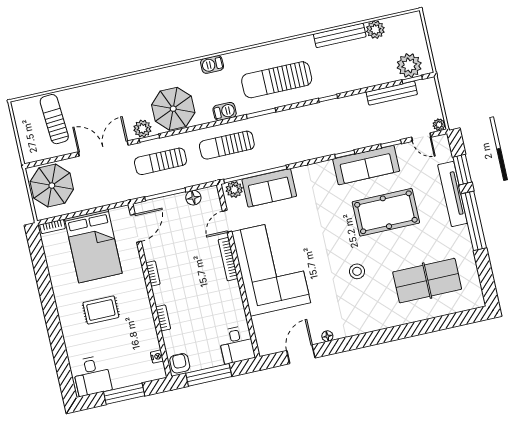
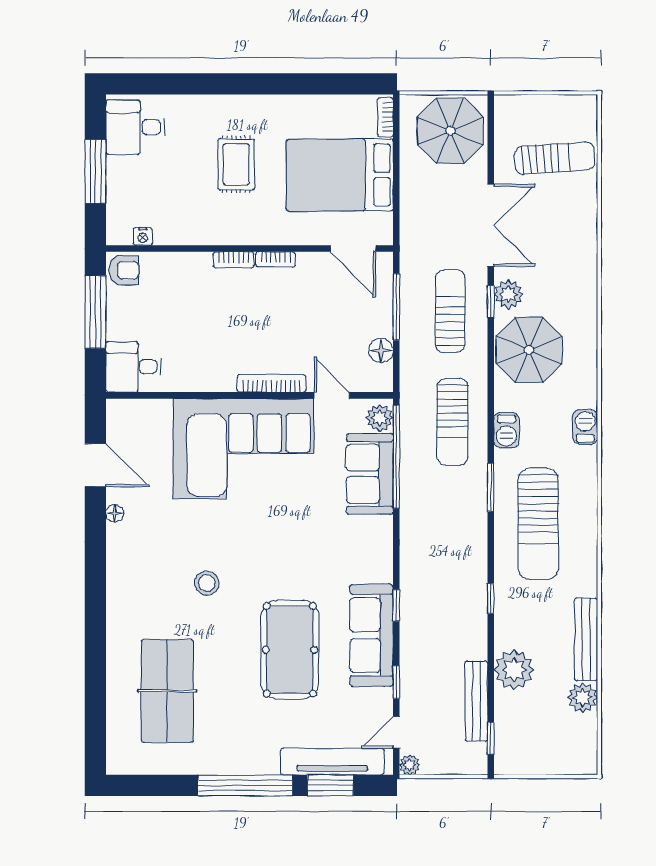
plant: (409, 65) -> (514, 670), moved
sun lounger: (277, 80) -> (538, 524), turned 180
sun lounger: (227, 145) -> (452, 422), turned 180
tv unit: (453, 194) -> (332, 762), moved
bookcase: (163, 318) -> (233, 260), moved

